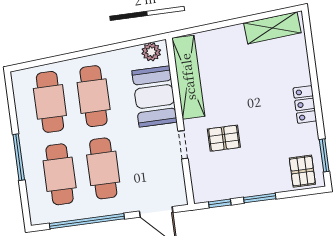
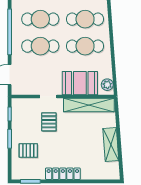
shelving: (272, 28) -> (111, 145), moved
locker: (305, 104) -> (63, 174), width x1.53
pallet: (302, 171) -> (28, 150), moved

